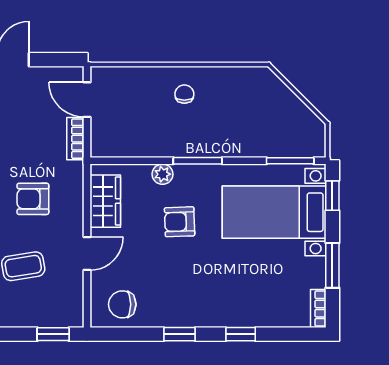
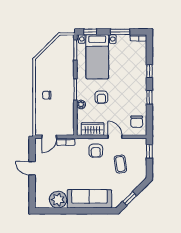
armchair: (33, 199) -> (96, 151), moved

